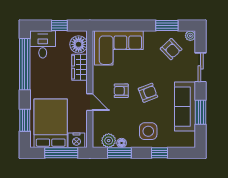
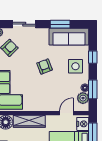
wardrobe: (80, 67) -> (29, 121), width x1.50
armchair: (121, 91) -> (43, 88), removed
door: (90, 102) -> (66, 113), moved
sofa: (185, 107) -> (69, 37), moved

